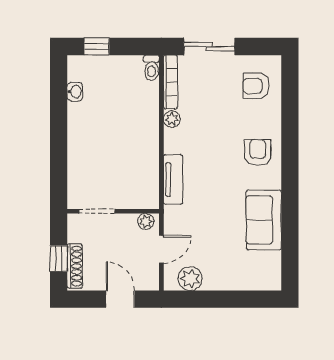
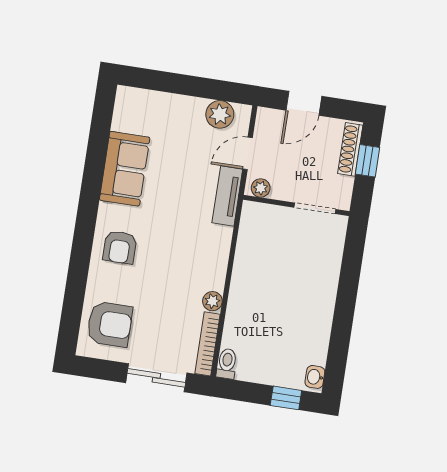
armchair: (256, 86) -> (110, 324), width x1.38, depth x1.38
washbasin: (75, 92) -> (315, 377), moved
tv unit: (173, 180) -> (227, 196), moved
door: (120, 299) -> (304, 103), hinge flipped

